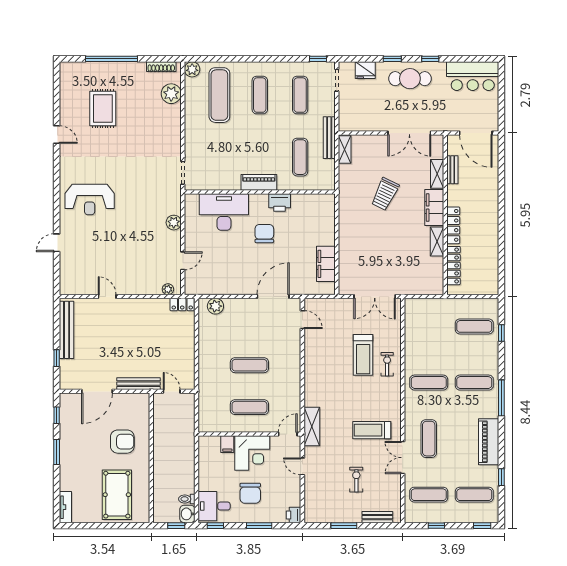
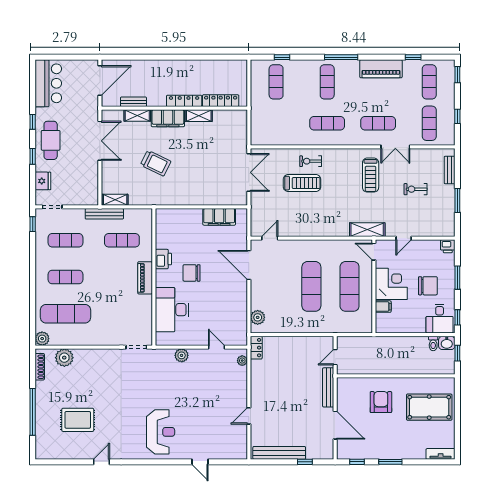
exercise mat: (249, 365) -> (311, 286), width x1.36, depth x1.45
exercise mat: (429, 383) -> (327, 123), turned 90
exercise mat: (249, 407) -> (350, 286), width x1.36, depth x1.45

